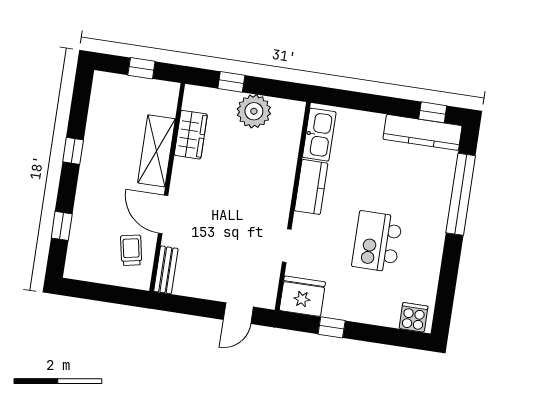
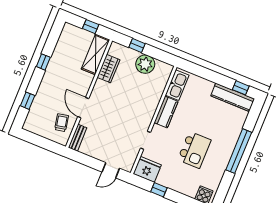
shelving: (156, 151) -> (95, 54), moved
window: (461, 194) -> (239, 151), moved
kitchen island: (377, 242) -> (194, 150), turned 180

